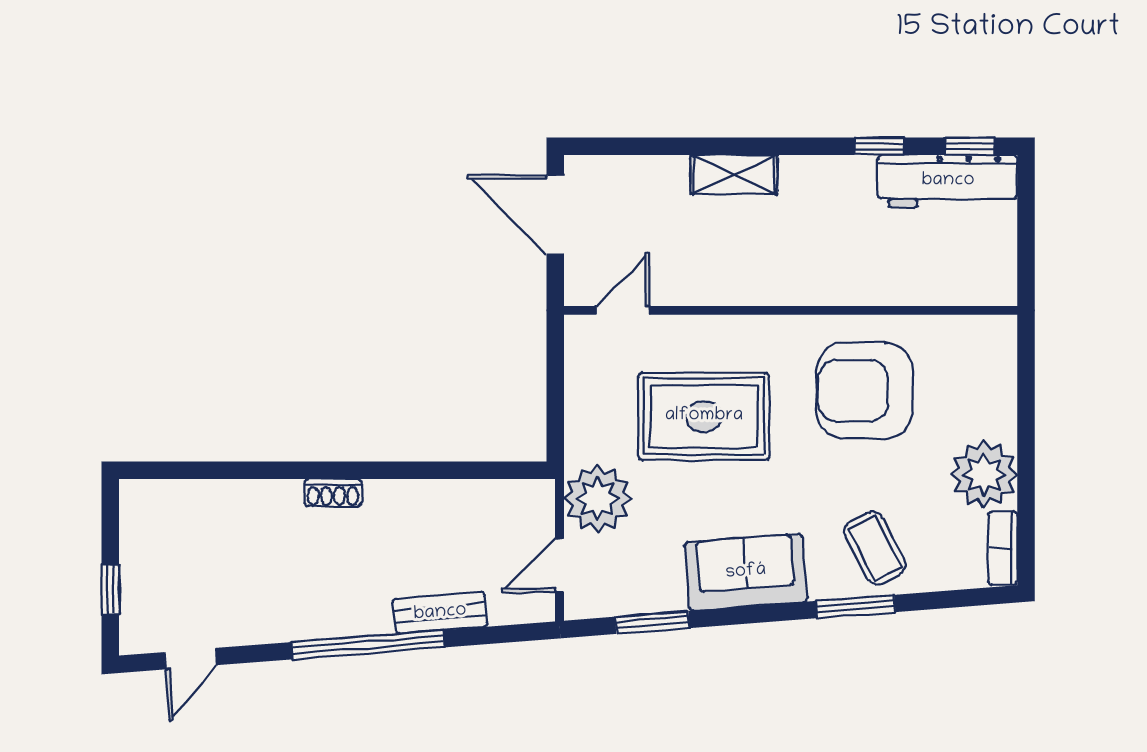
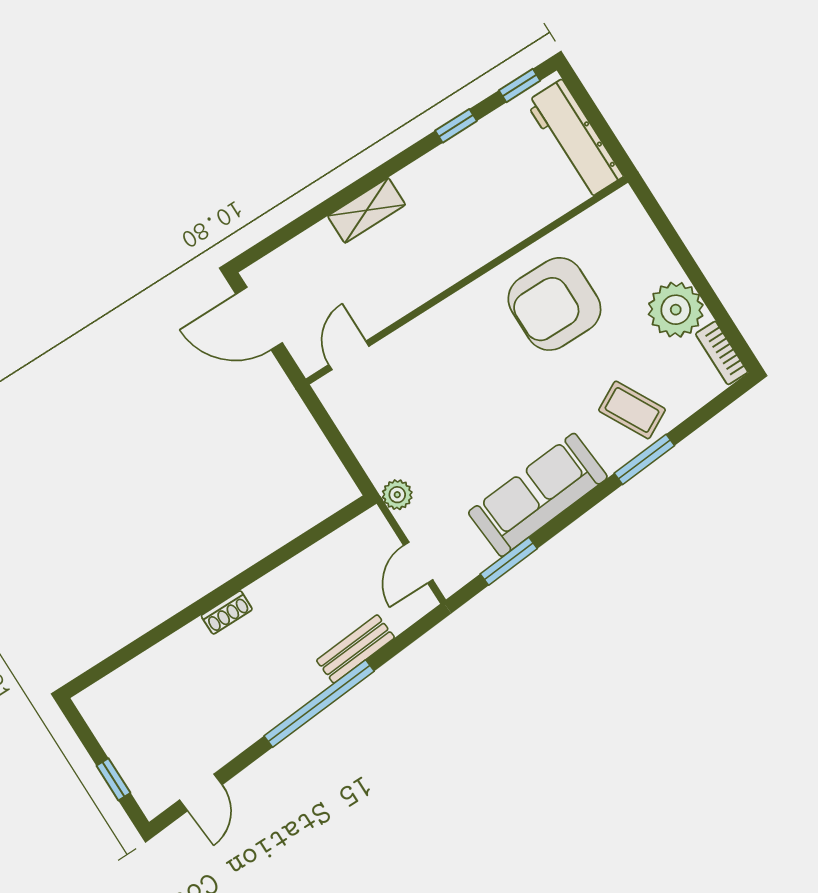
workbench: (948, 181) -> (575, 139), moved, turned 90
rug: (704, 416) -> (453, 394), removed
plant: (598, 499) -> (397, 495), width x0.53, depth x0.53
sofa: (746, 572) -> (538, 495), width x1.36

